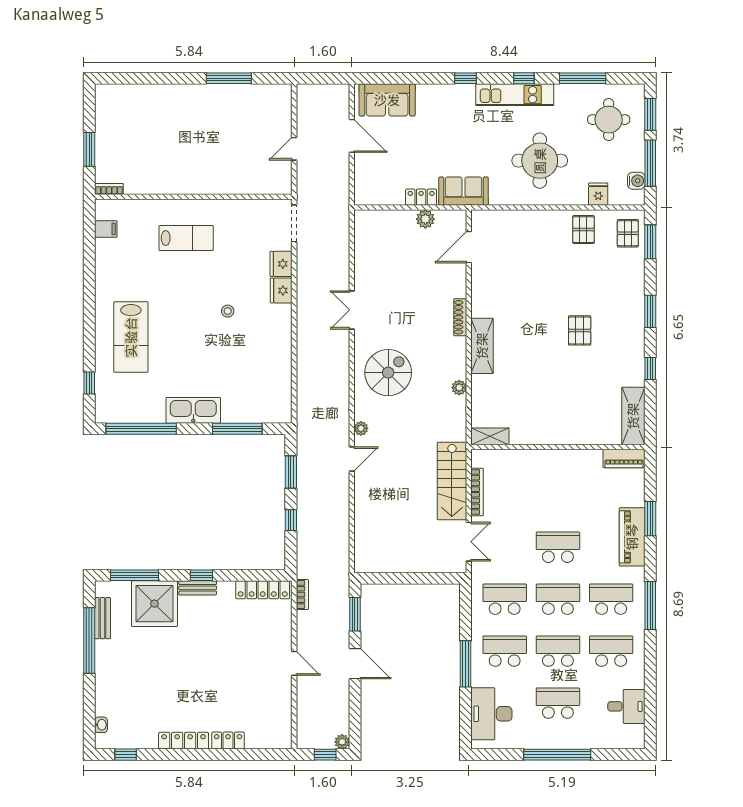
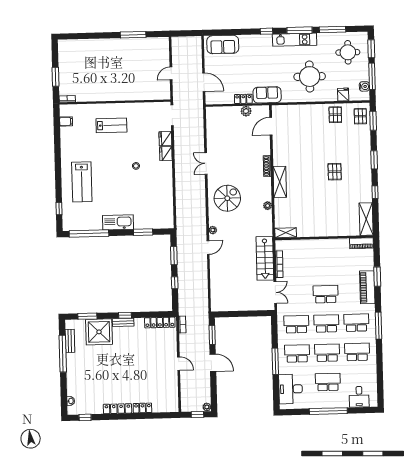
window: (524, 78) -> (299, 30), width x2.17
door: (352, 136) -> (204, 82), moved
window: (237, 429) -> (143, 232), width x0.69
window: (135, 575) -> (87, 316), width x0.69
desk: (626, 706) -> (359, 397), moved, turned 90

